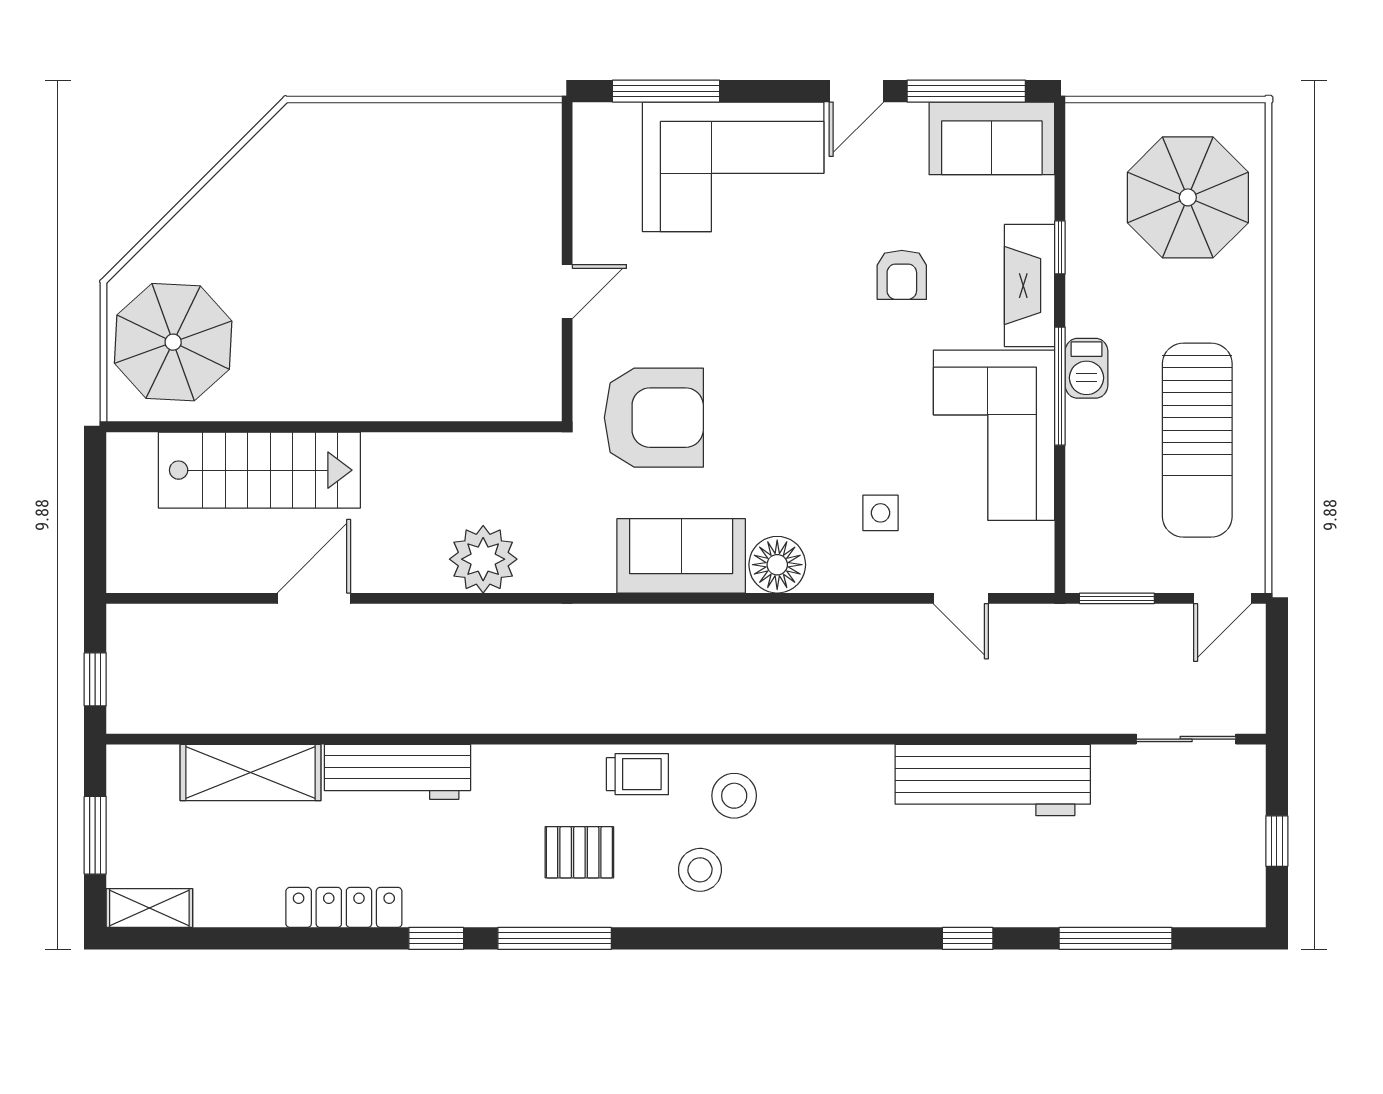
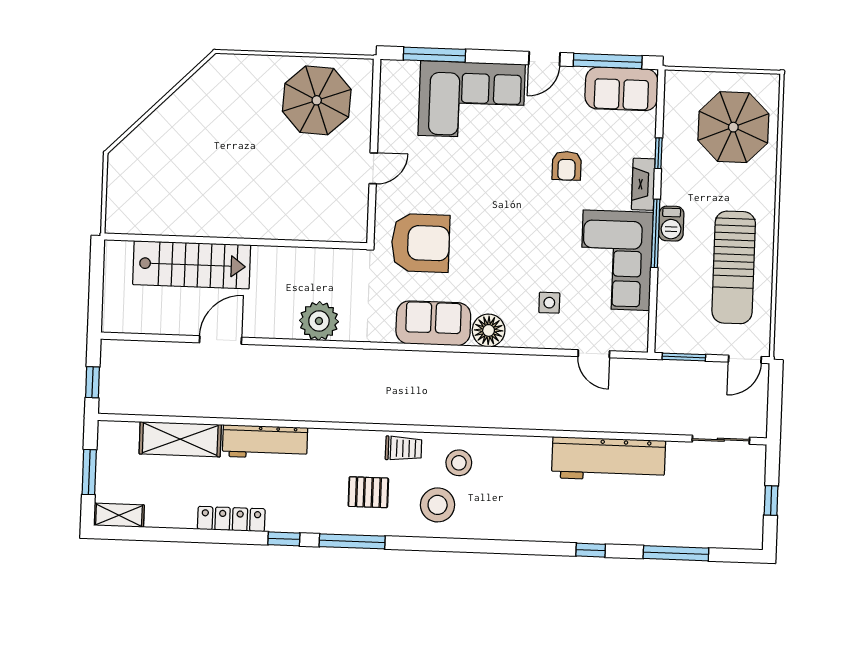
fireplace: (1030, 286) -> (643, 184), width x0.73, depth x0.76
parasol: (173, 342) -> (317, 100), moved
stool: (700, 870) -> (438, 505), width x1.38, depth x1.38

